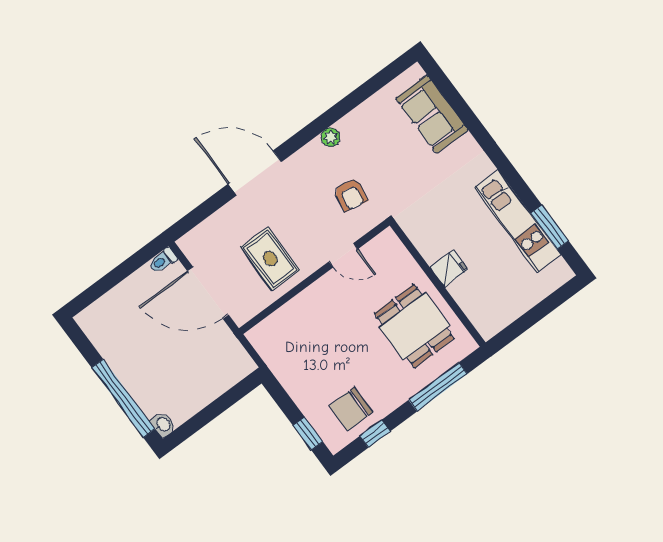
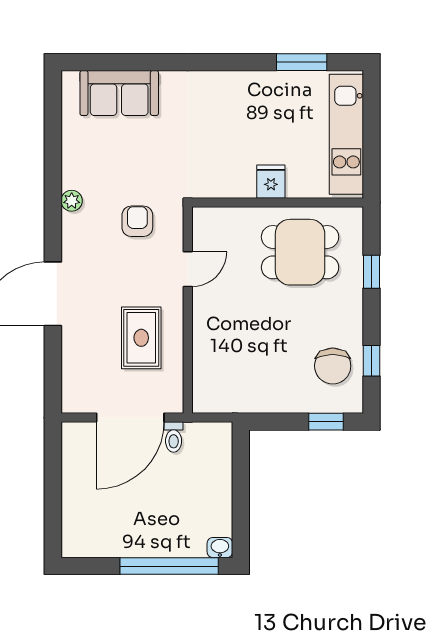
armchair: (351, 195) -> (137, 221), turned -100
kitchen unit: (517, 221) -> (346, 134), moved, turned 90
rug: (270, 259) -> (141, 338), turned 90
toilet: (163, 261) -> (174, 437), moved
window: (438, 387) -> (372, 272), width x0.46

